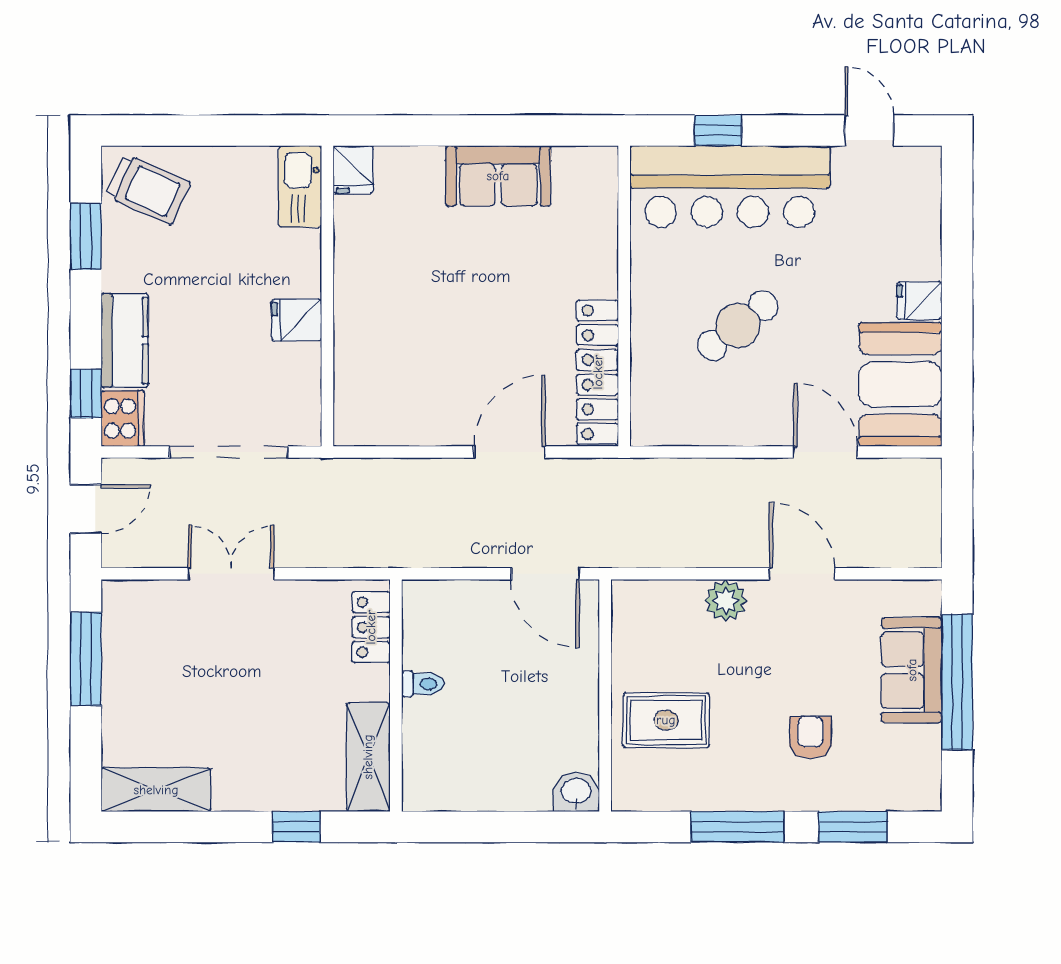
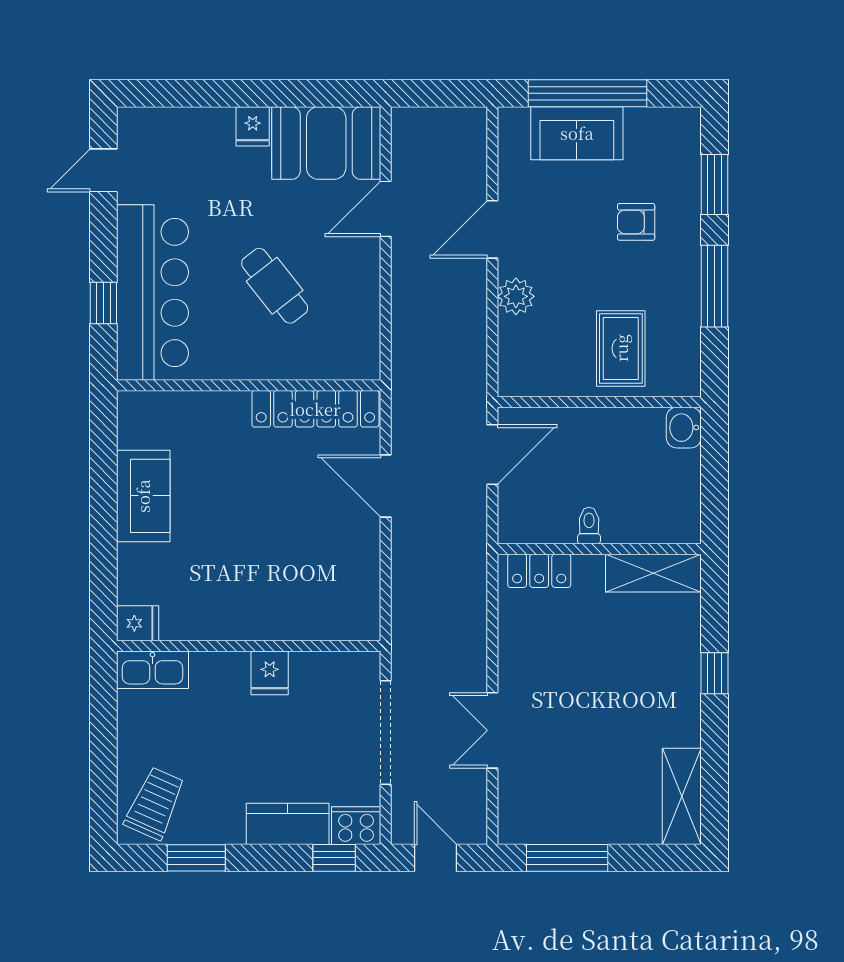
locker: (371, 627) -> (539, 571), moved
toilet: (423, 684) -> (589, 526), moved
wall: (396, 696) -> (599, 549), moved
shelving: (368, 757) -> (653, 573), moved

